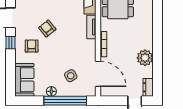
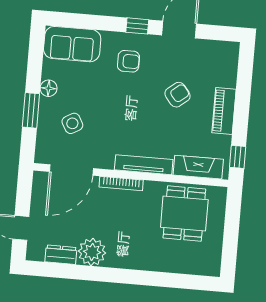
tv unit: (91, 27) -> (144, 165), width x1.41
armchair: (47, 28) -> (177, 95), moved
dresser: (148, 87) -> (61, 255), moved
window: (65, 101) -> (31, 110), width x0.47

